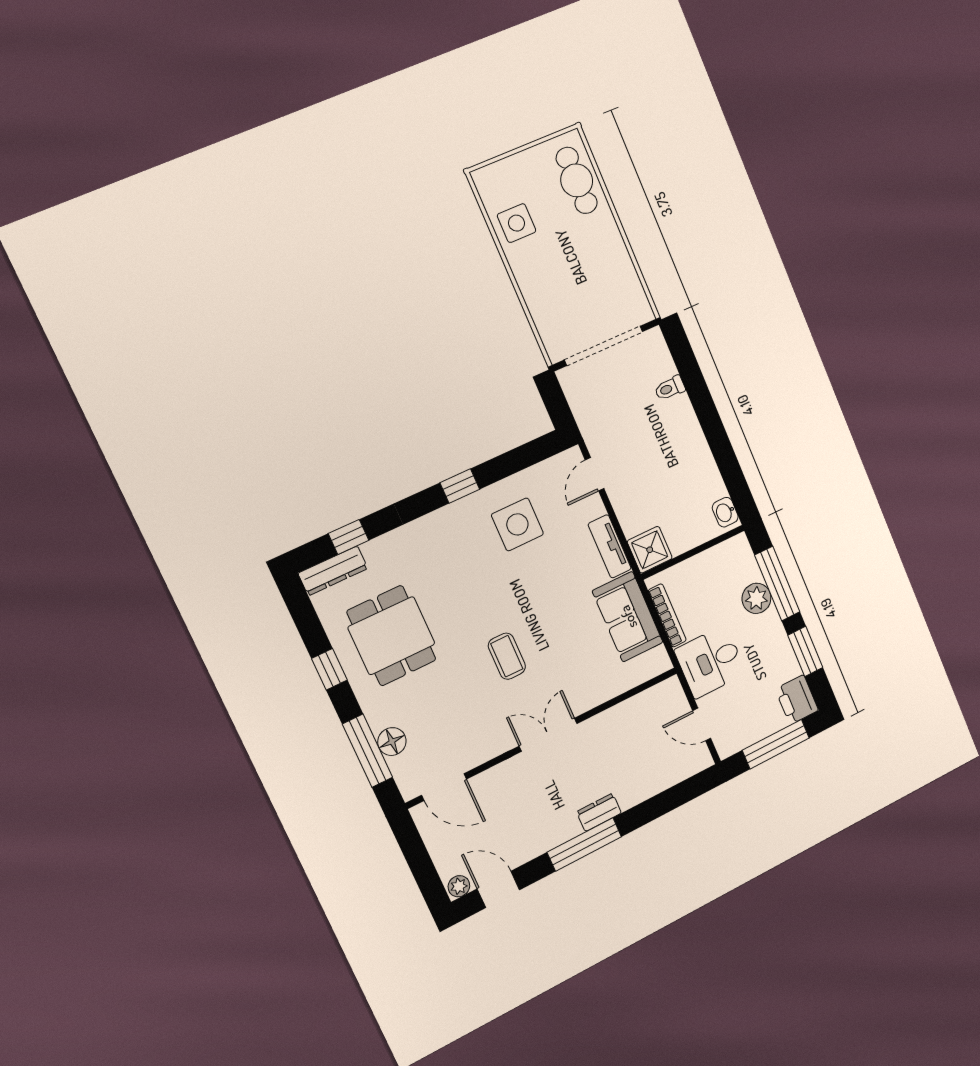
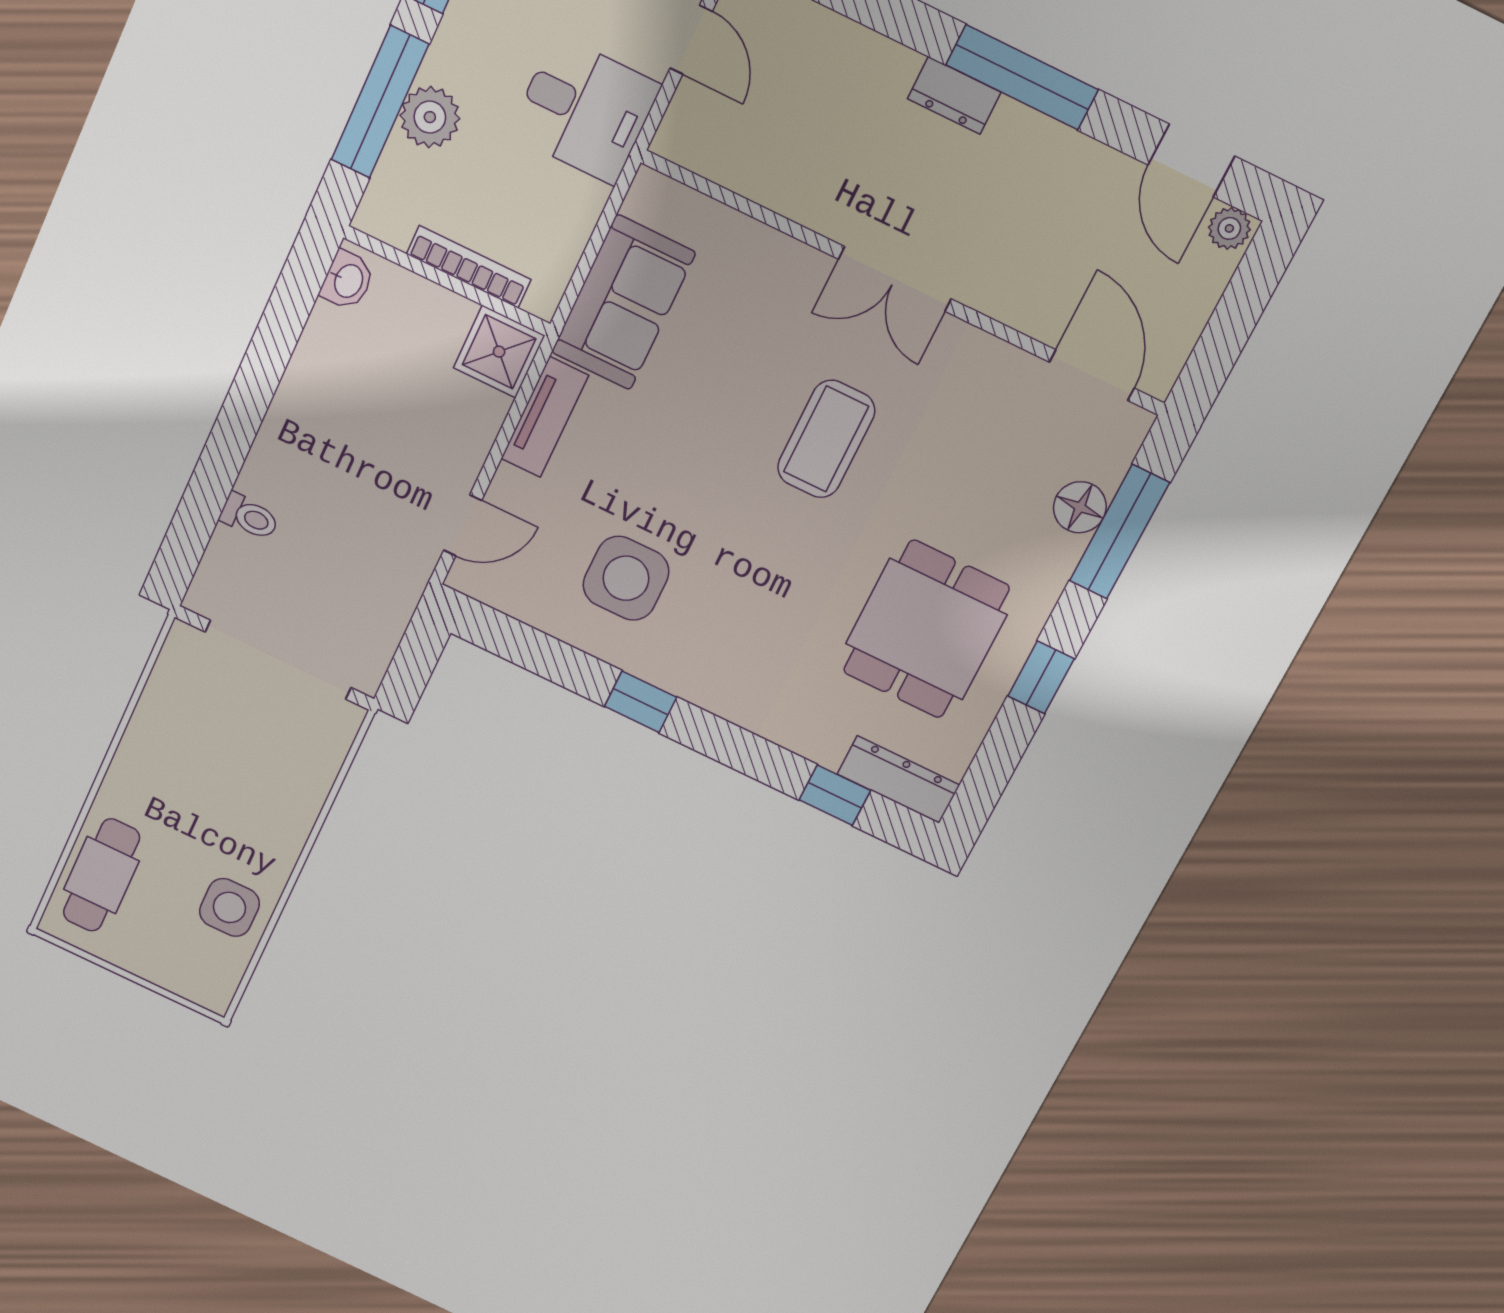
bookcase: (667, 615) -> (469, 267), moved, turned 90
coffee table: (507, 656) -> (826, 439), width x1.36, depth x1.30

